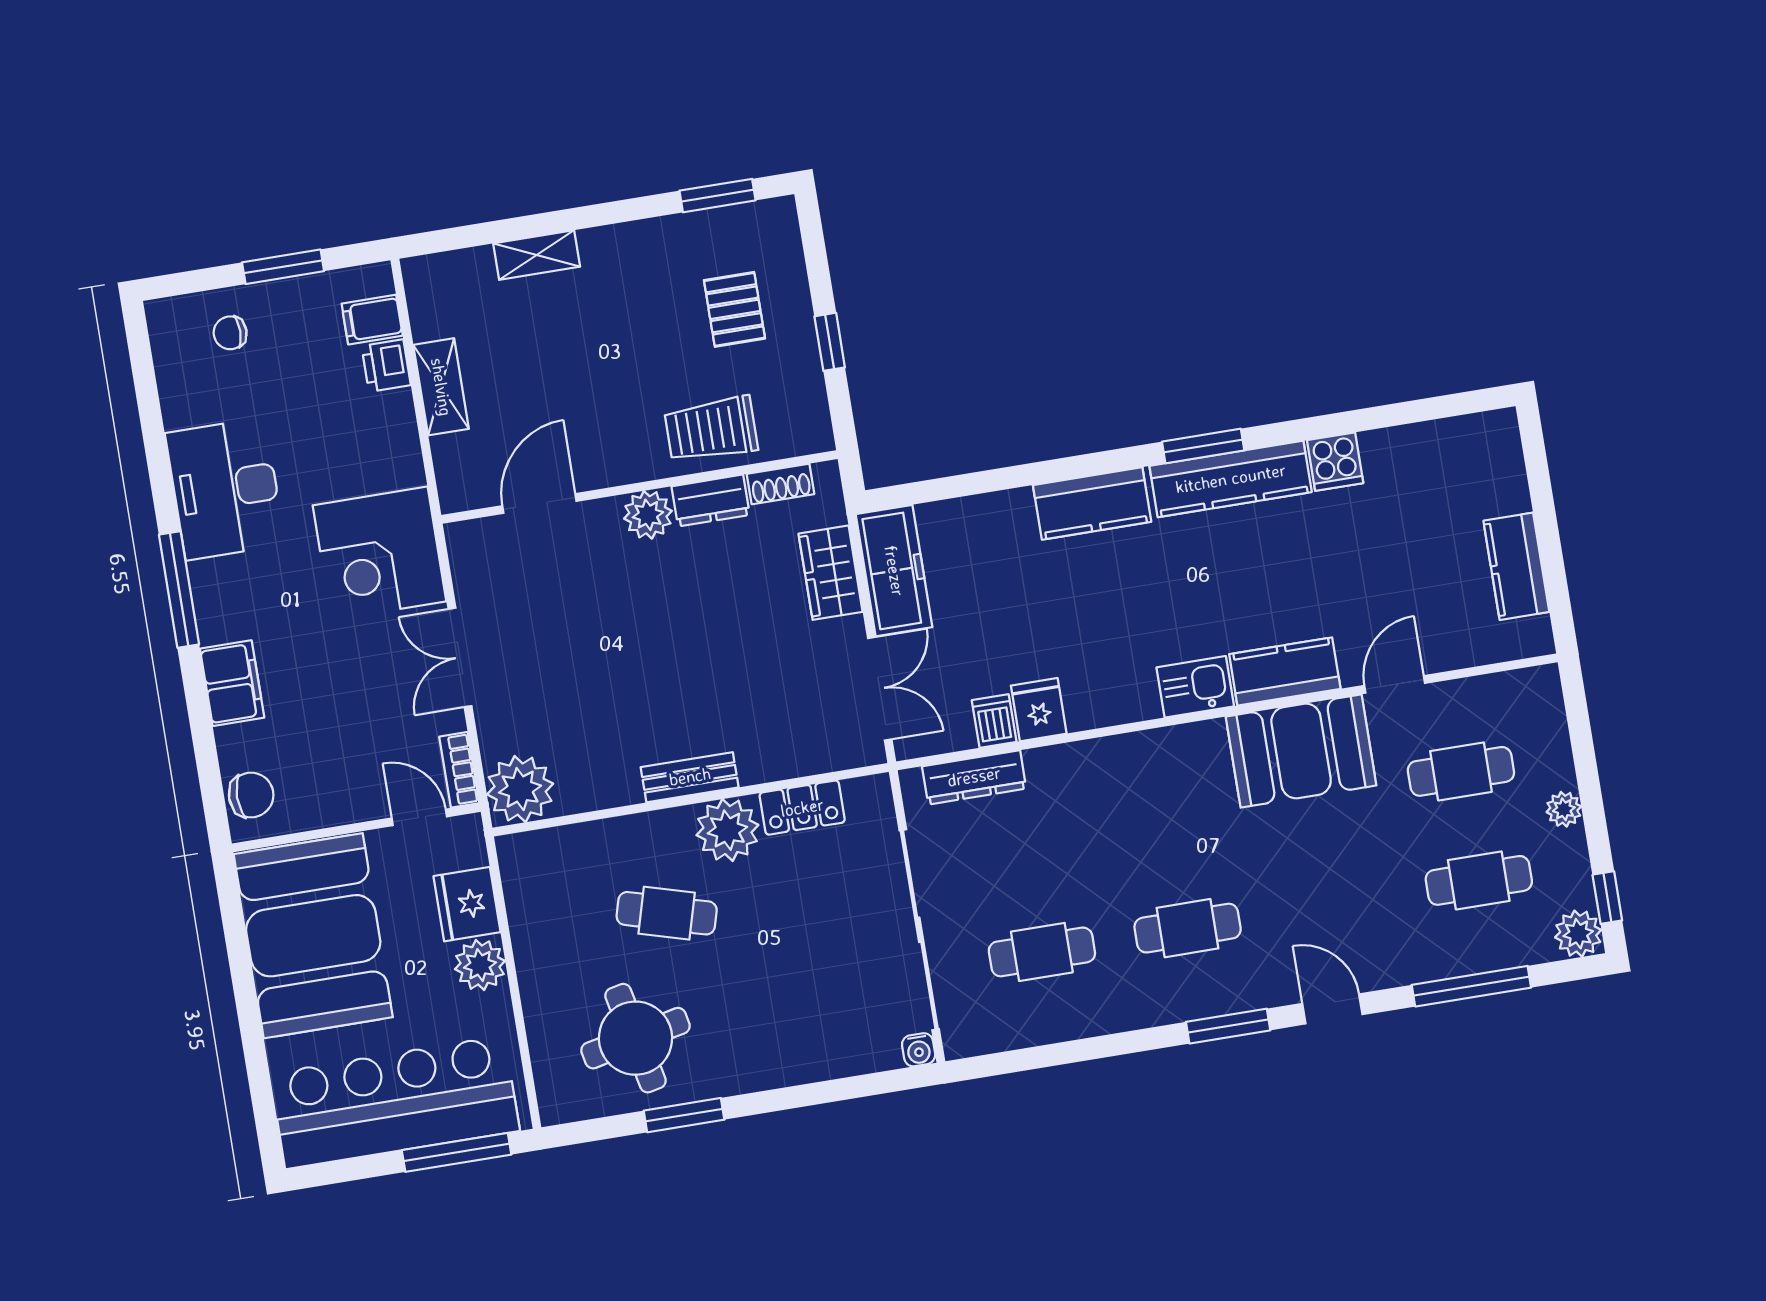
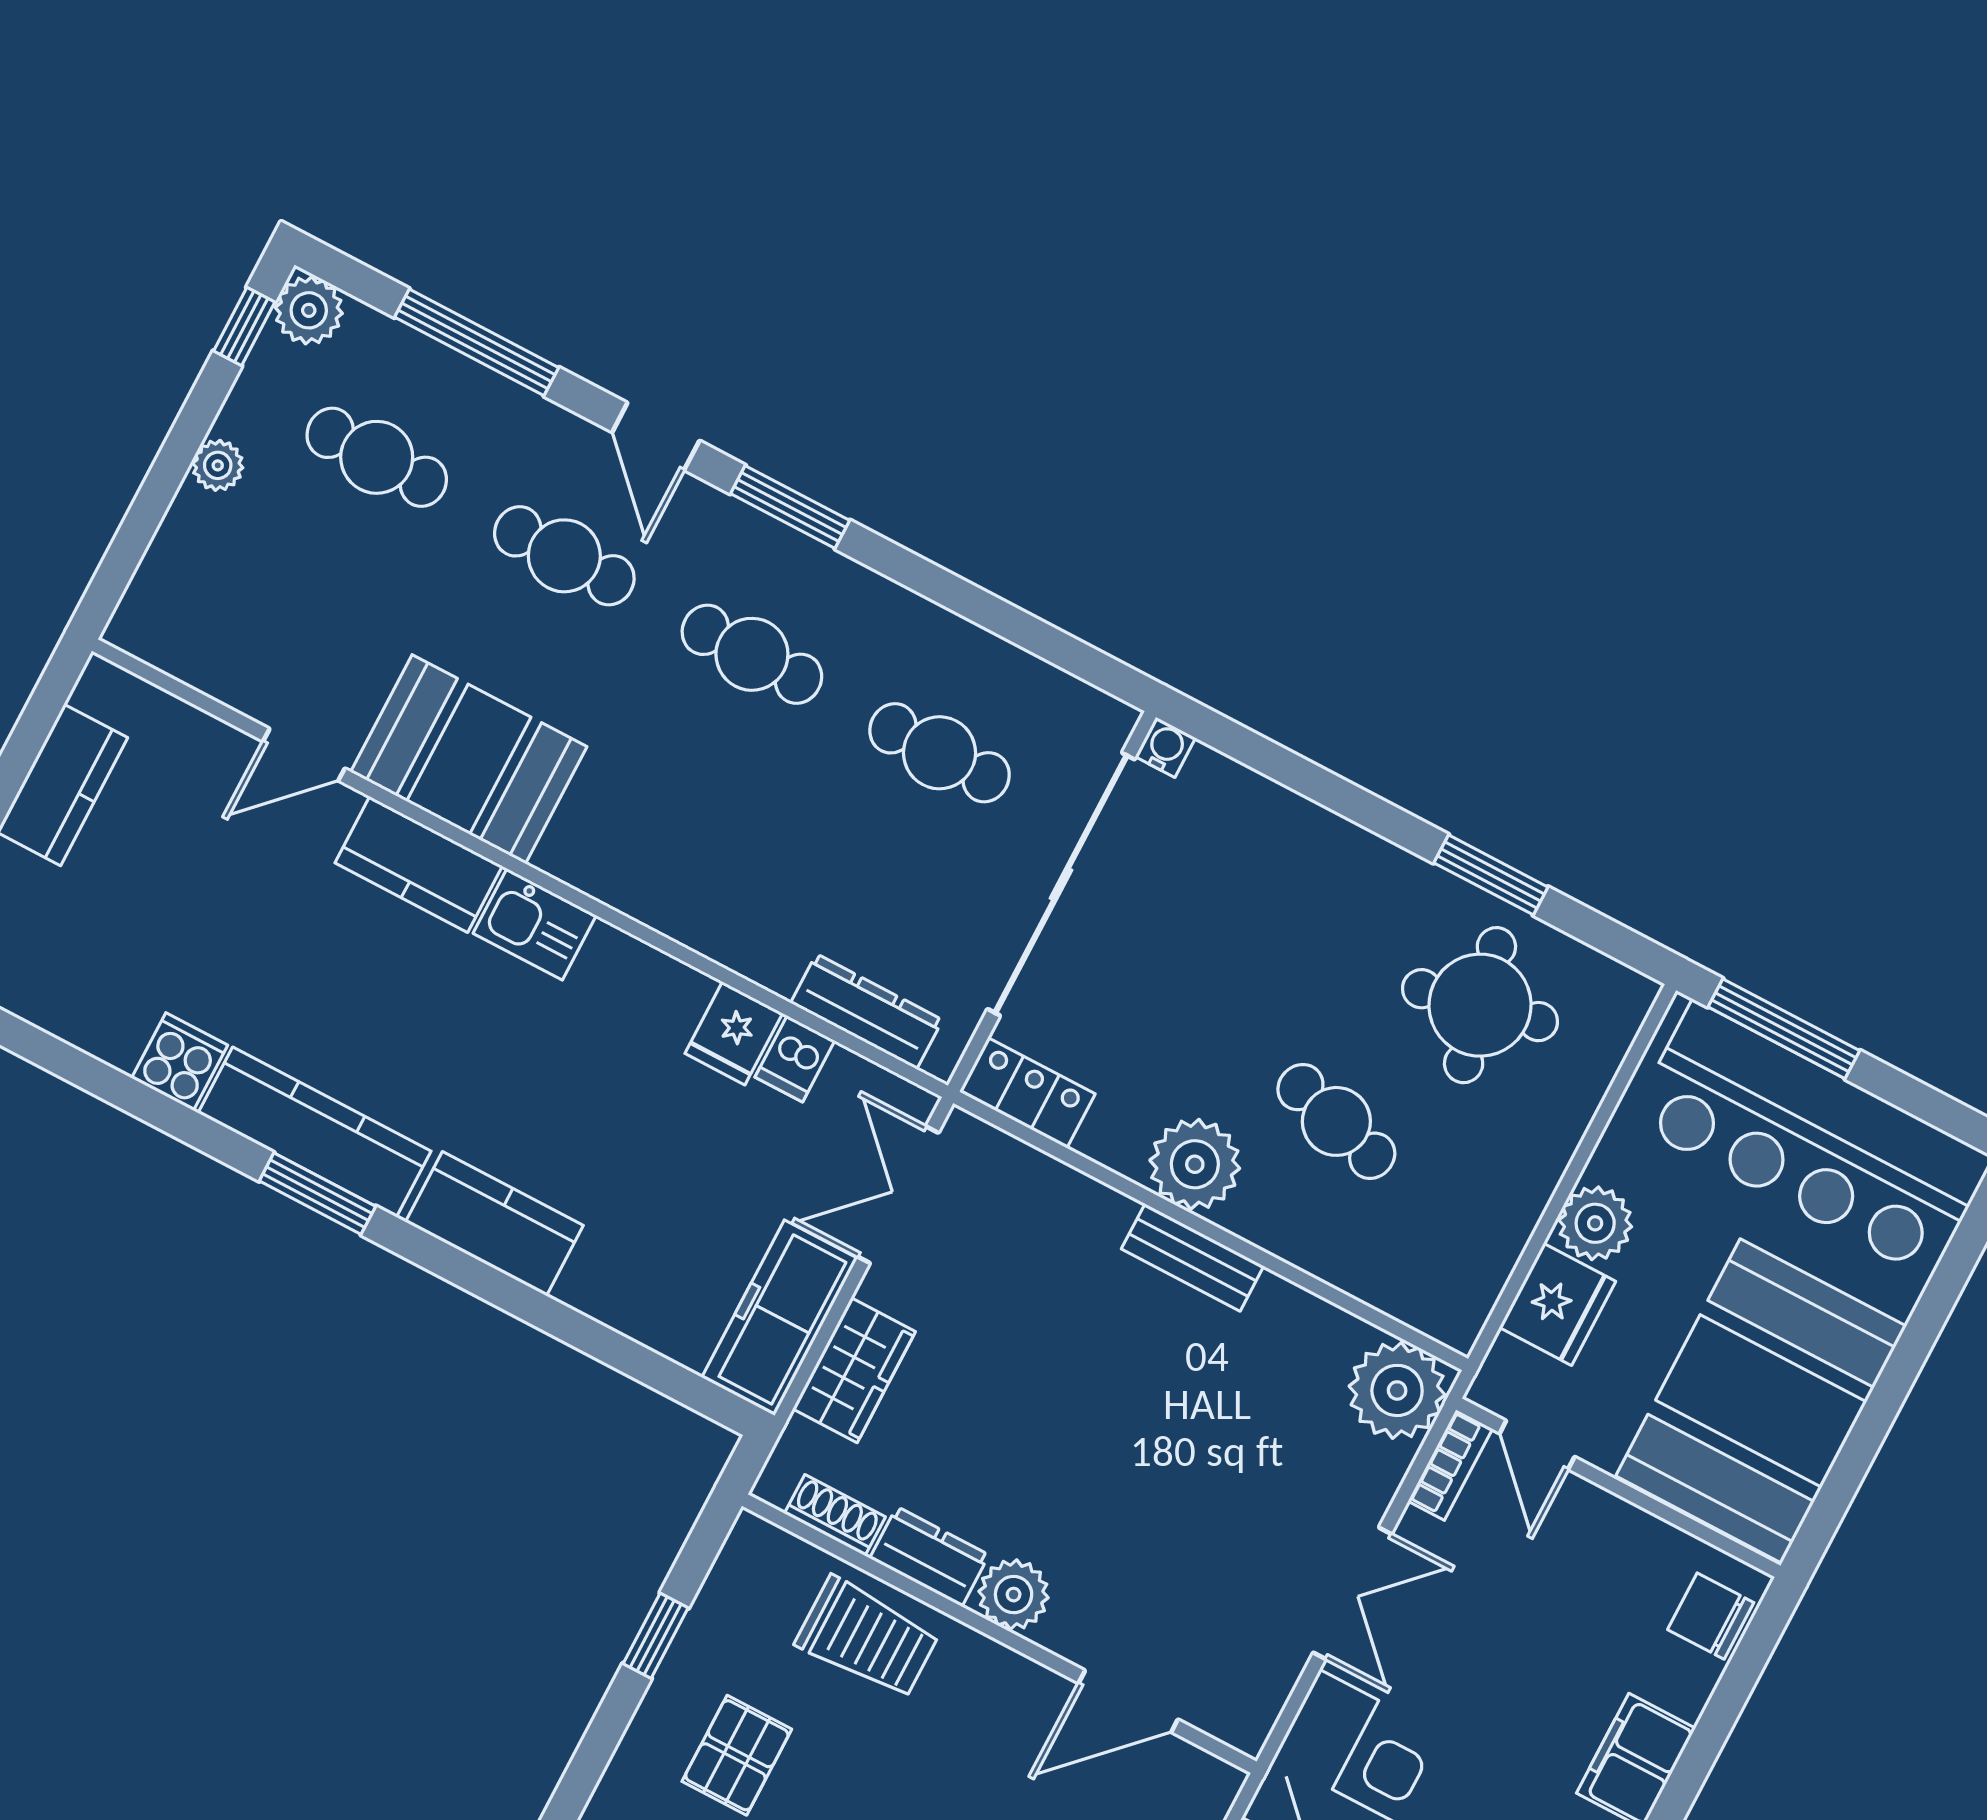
cafe table: (1461, 771) -> (564, 556), moved
locker: (802, 808) -> (1027, 1093), moved

